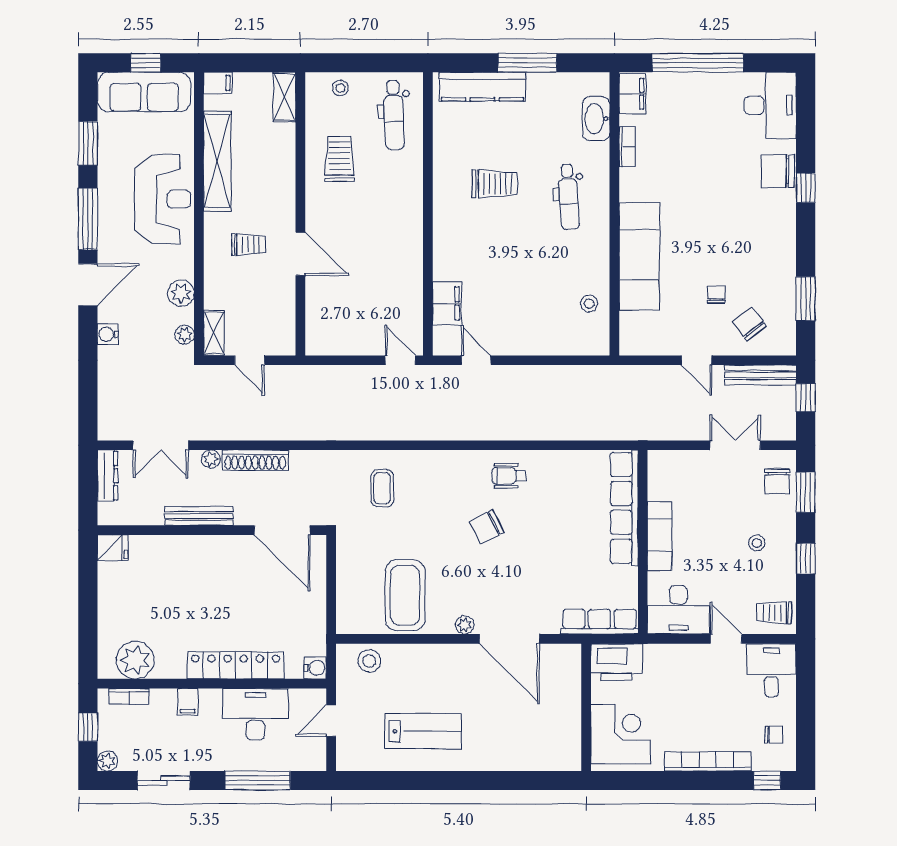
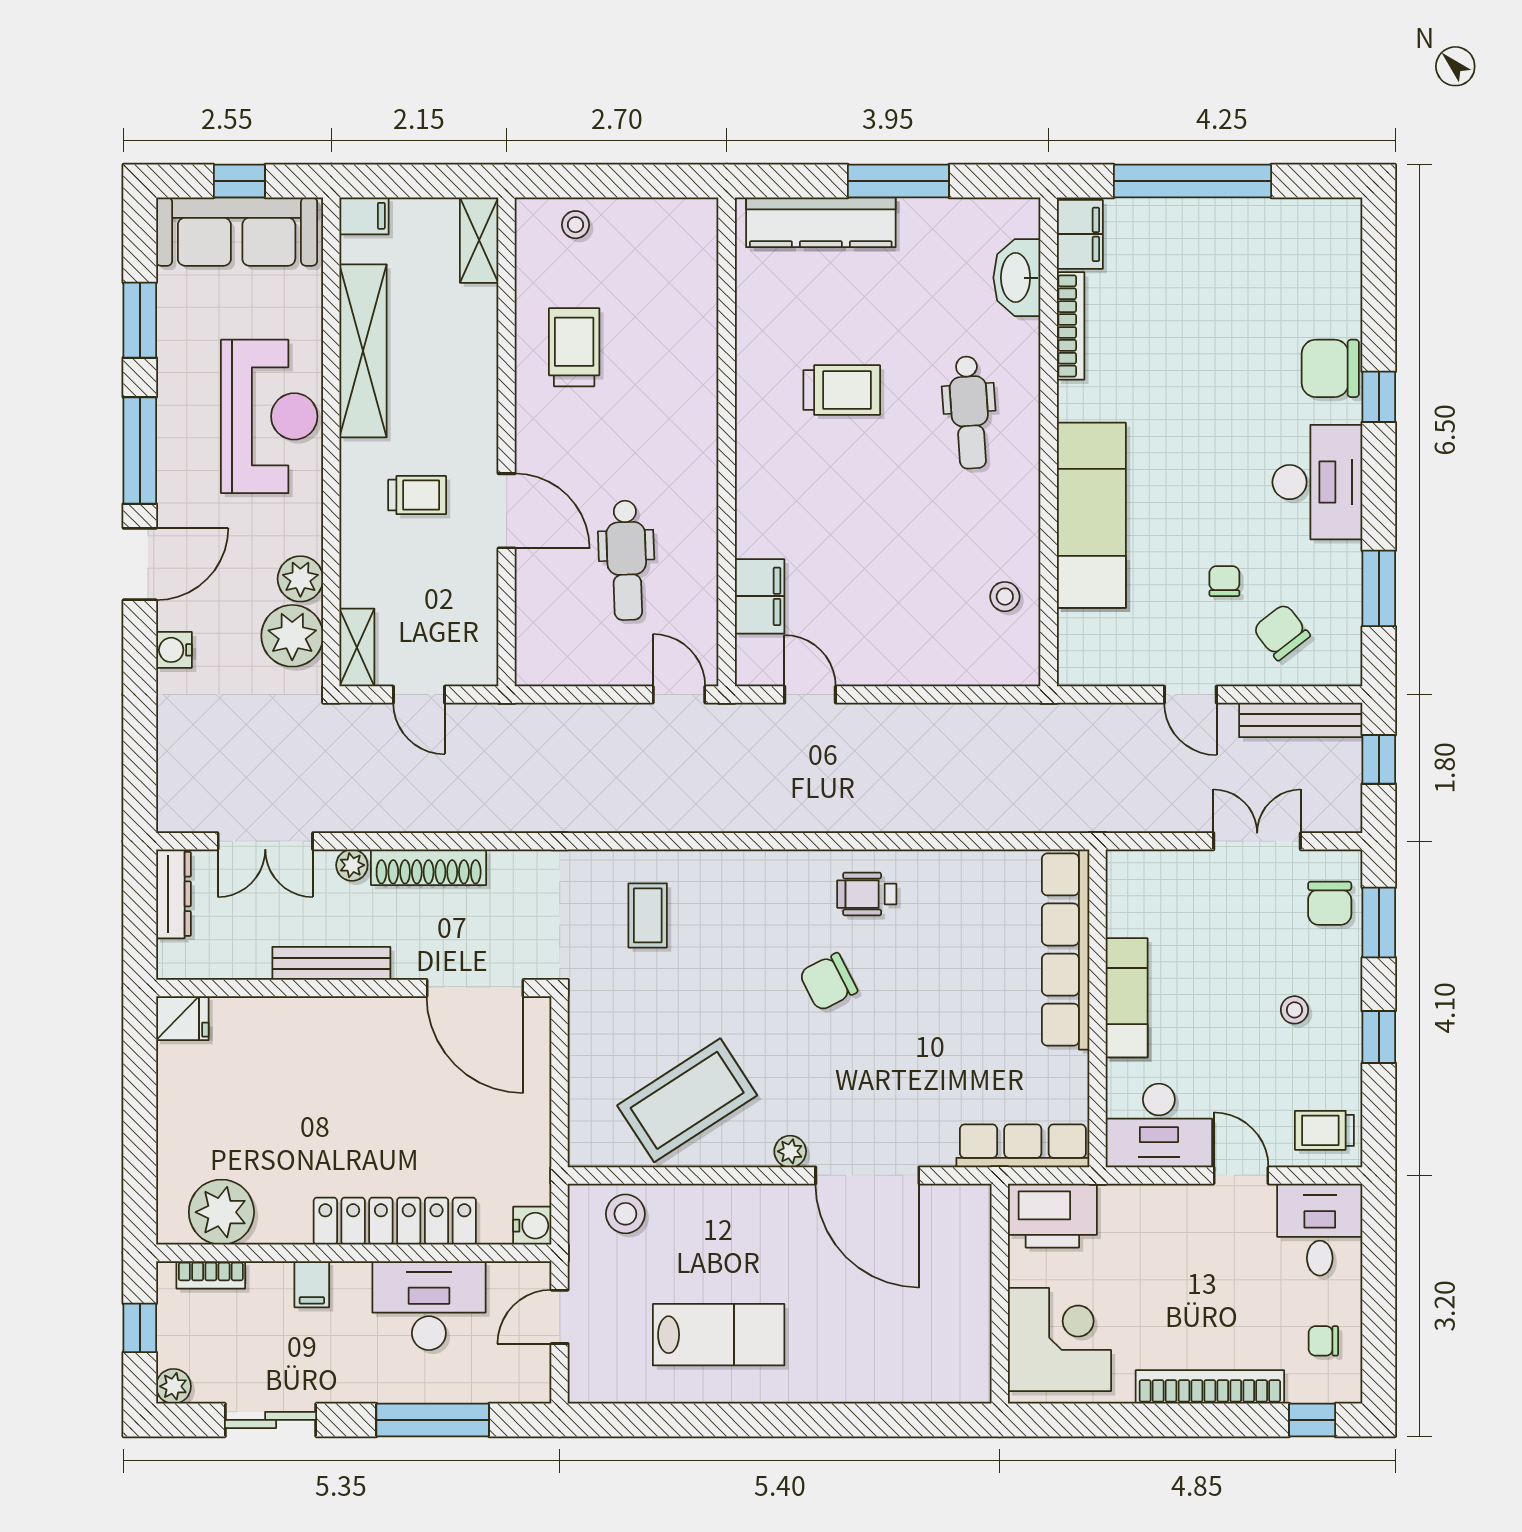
desk: (770, 105) -> (1317, 482), moved
dental chair: (394, 115) -> (627, 560), moved
bookcase: (627, 147) -> (1071, 326), width x1.56
plant: (185, 335) -> (292, 636), width x1.88, depth x1.88
coffee table: (405, 595) -> (687, 1100), turned 57
chair: (774, 735) -> (1323, 1341), turned 180

